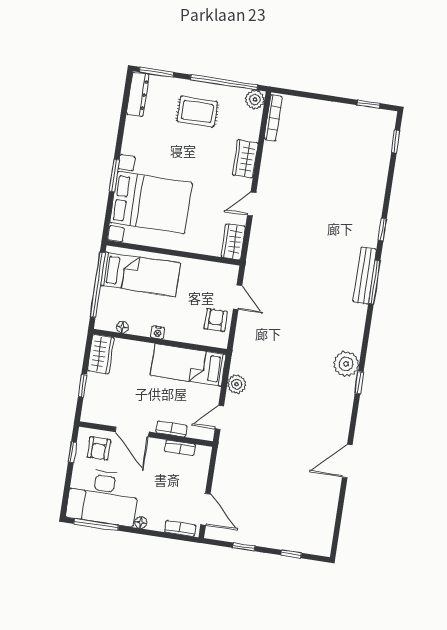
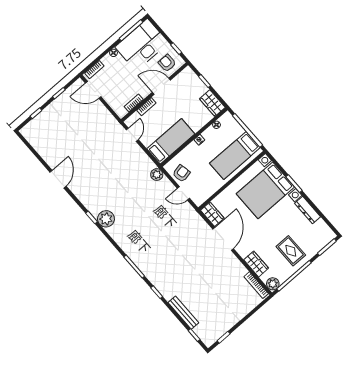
dresser: (138, 94) -> (308, 210), moved
rug: (197, 111) -> (291, 251), turned 90
wardrobe: (245, 159) -> (256, 264), moved
door: (252, 204) -> (223, 239), width x1.88
bench: (365, 276) -> (183, 313), moved
armchair: (216, 320) -> (181, 173), turned -102
plant: (237, 384) -> (157, 175), moved

